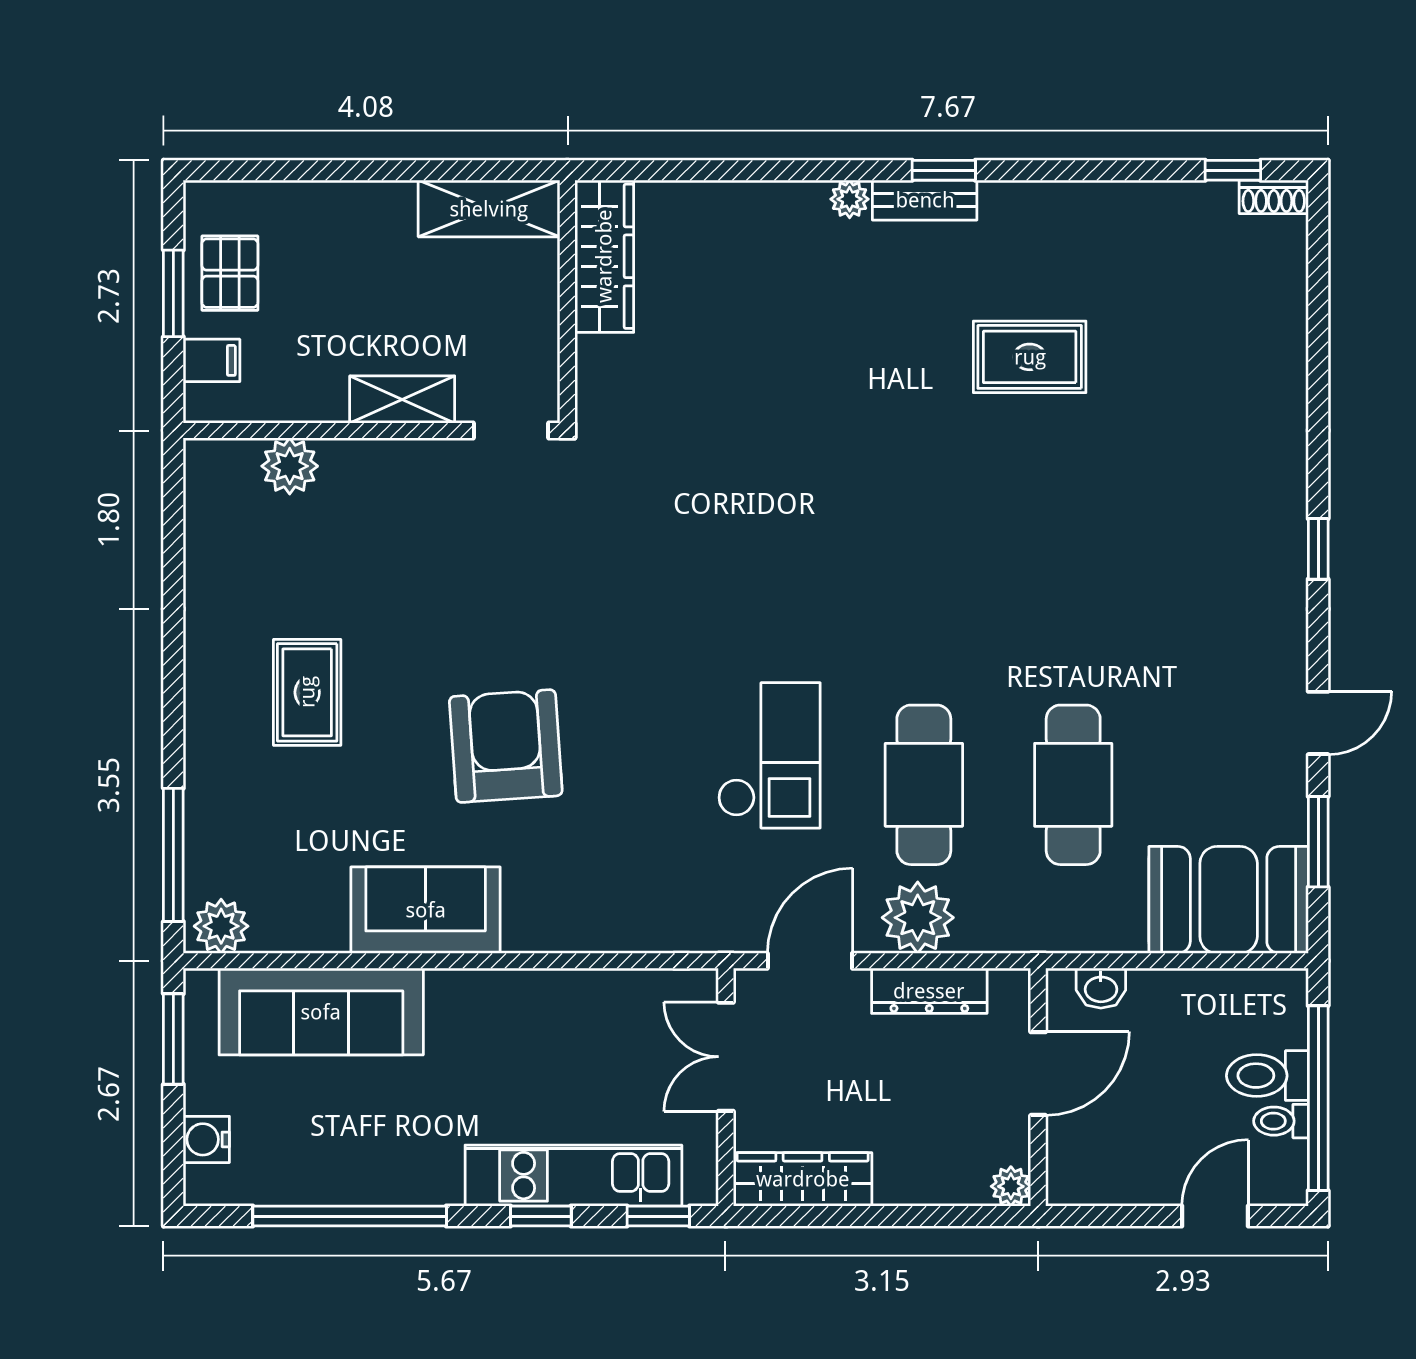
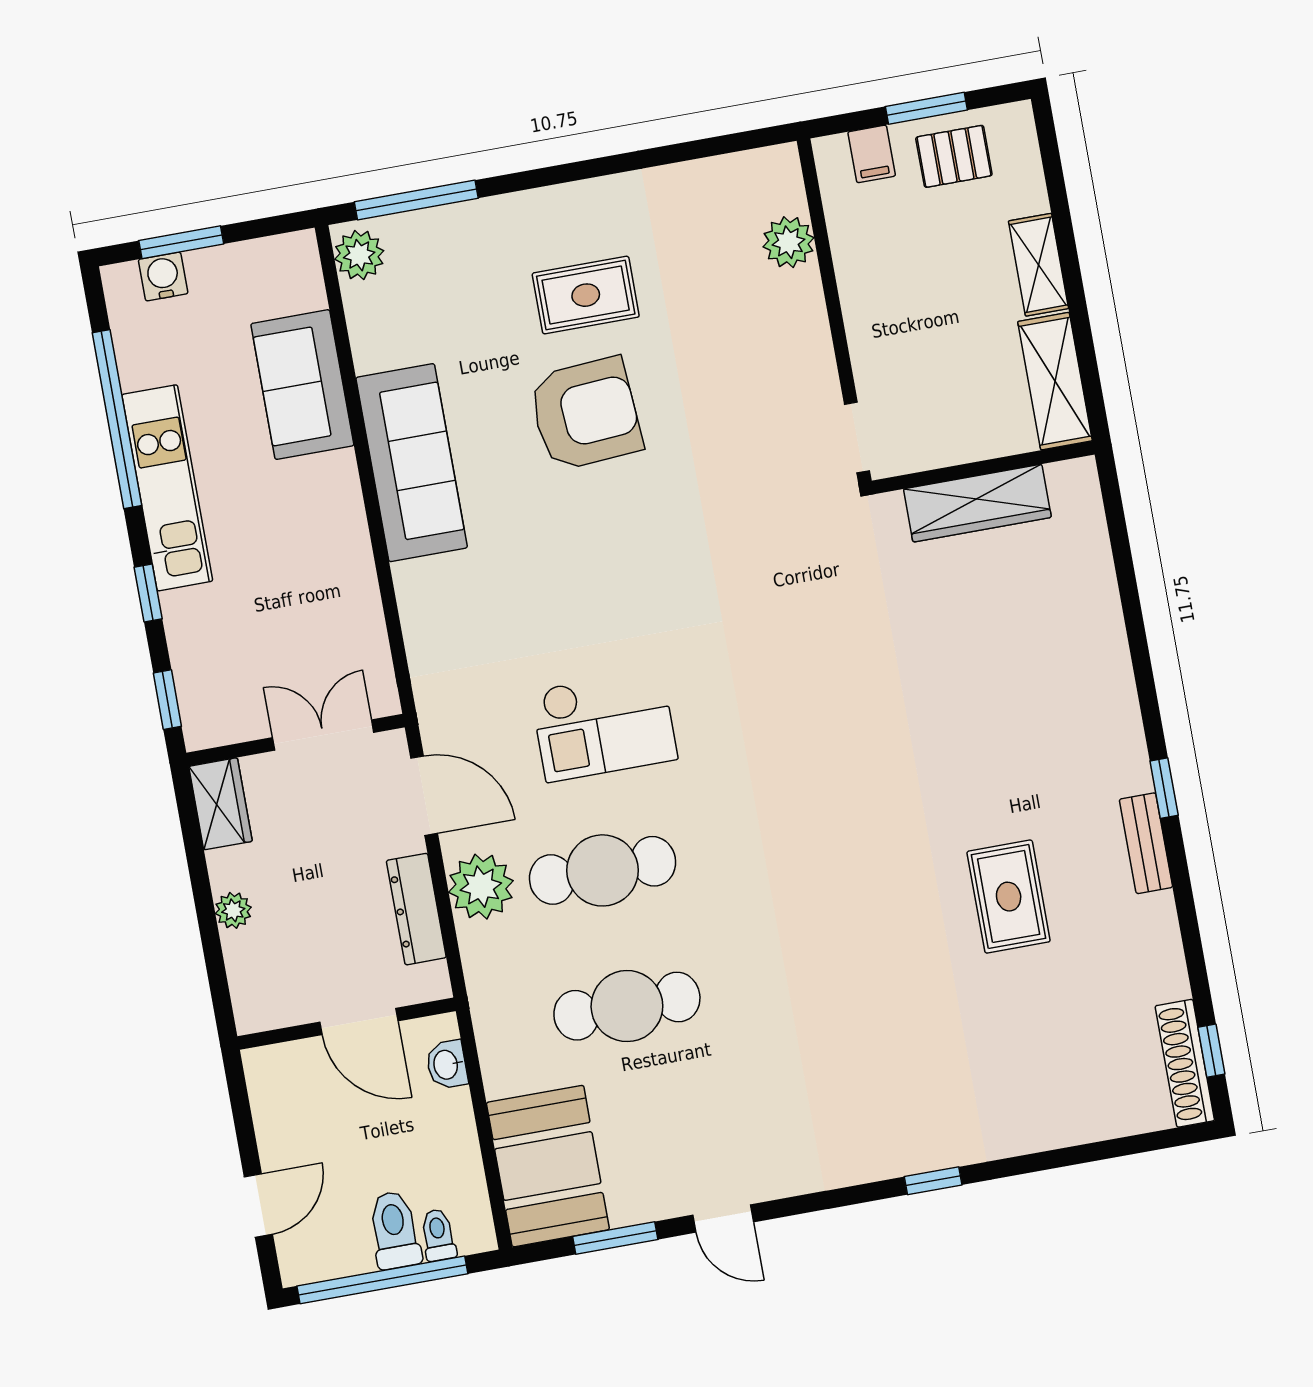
shoe rack: (1274, 197) -> (1185, 1063), width x1.94, depth x1.24
plant: (850, 199) -> (1123, 707), removed
bench: (925, 200) -> (1146, 843), moved
wardrobe: (604, 256) -> (977, 503), moved
shelving: (402, 399) -> (1038, 265), moved
window: (1318, 549) -> (933, 1181), moved
armchair: (506, 746) -> (585, 414), moved
sofa: (426, 910) -> (412, 463), width x1.36
sofa: (321, 1012) -> (302, 385), width x0.73
window: (173, 1039) -> (181, 242), moved
toilet: (1281, 1121) -> (438, 1235), moved
kitchen unit: (573, 1176) -> (167, 488), moved
wardrobe: (803, 1179) -> (221, 804), width x0.67
plant: (1011, 1186) -> (233, 910), moved
door: (1215, 1216) -> (258, 1205), hinge flipped

